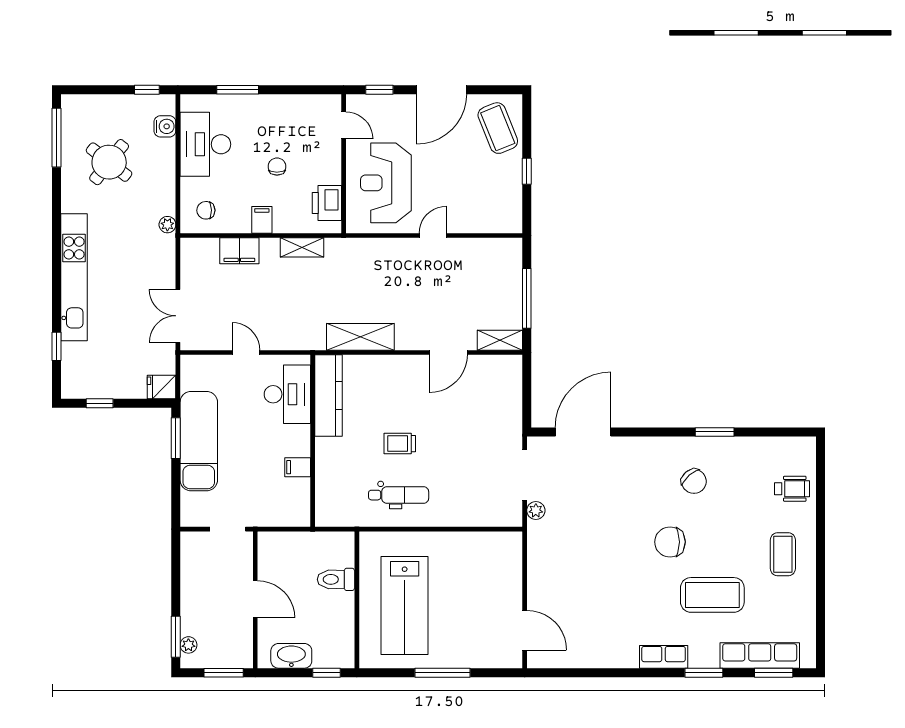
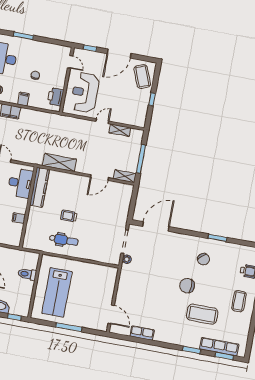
shelving: (302, 247) -> (120, 130), moved
row of seats: (664, 657) -> (142, 333), moved

